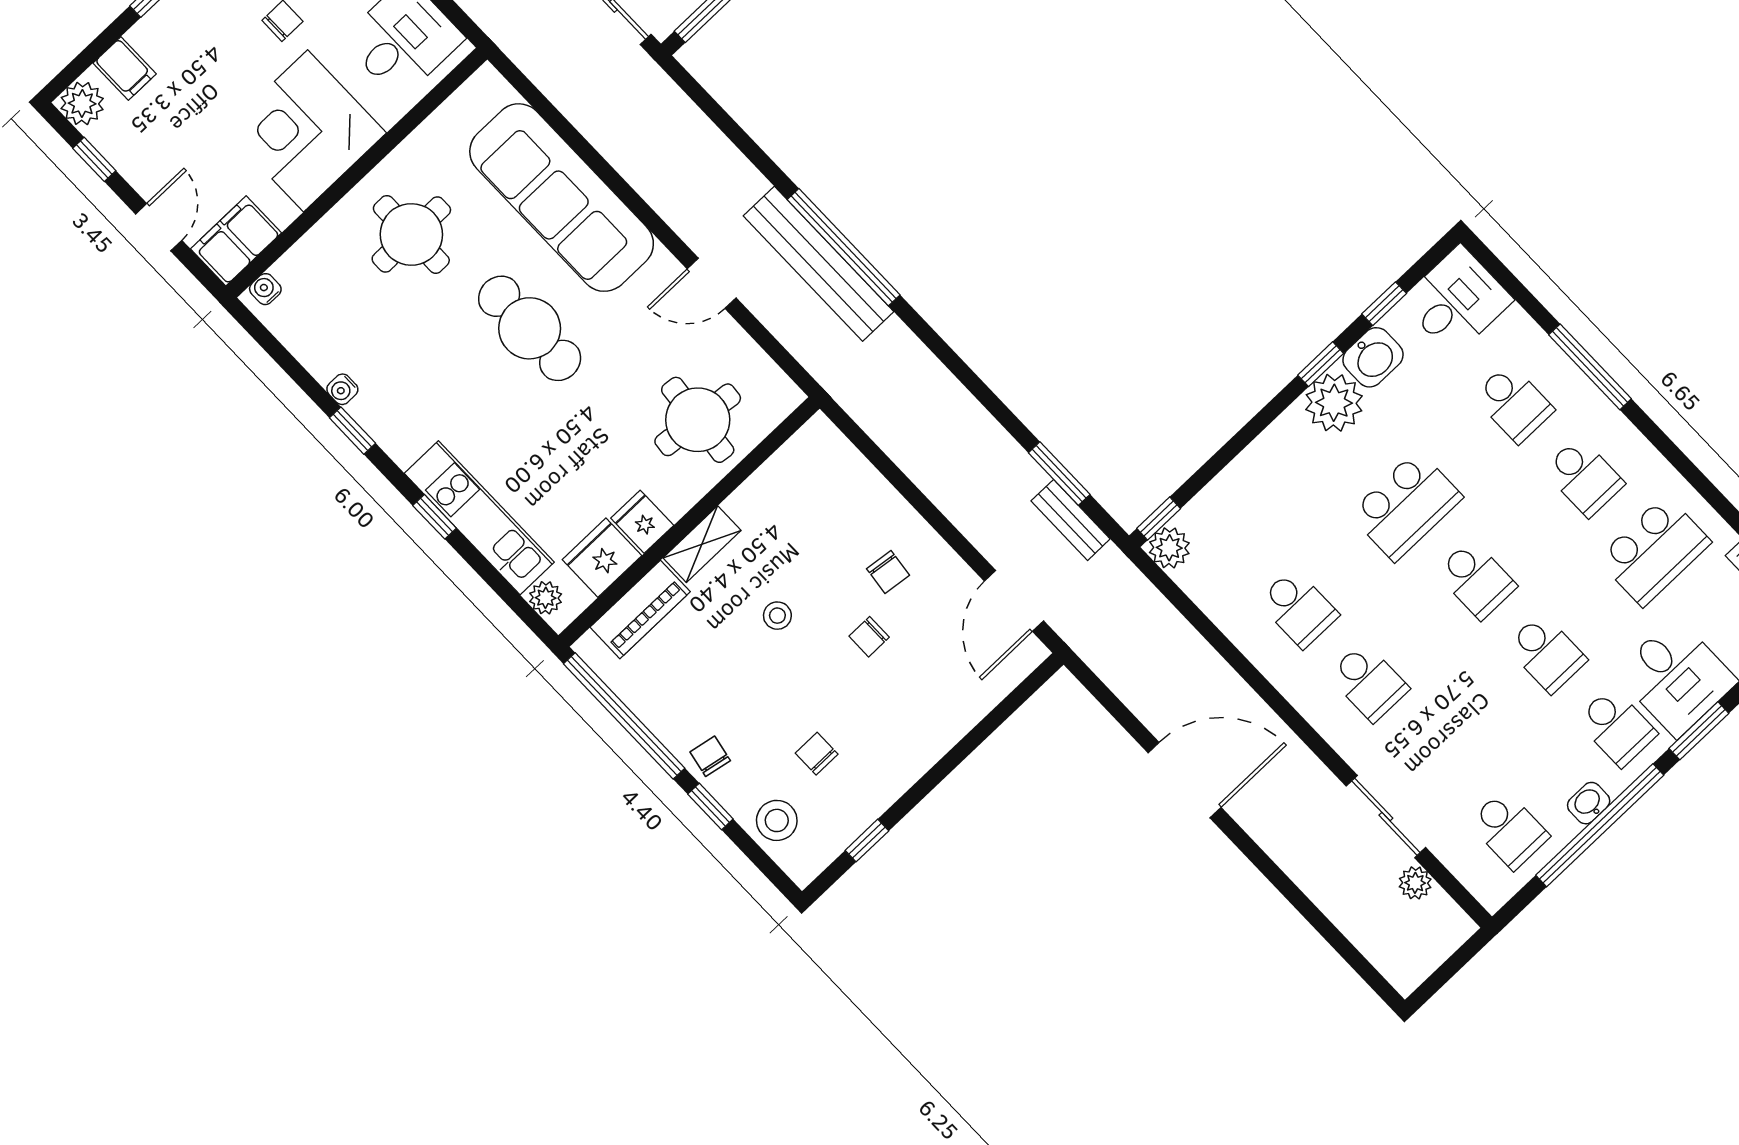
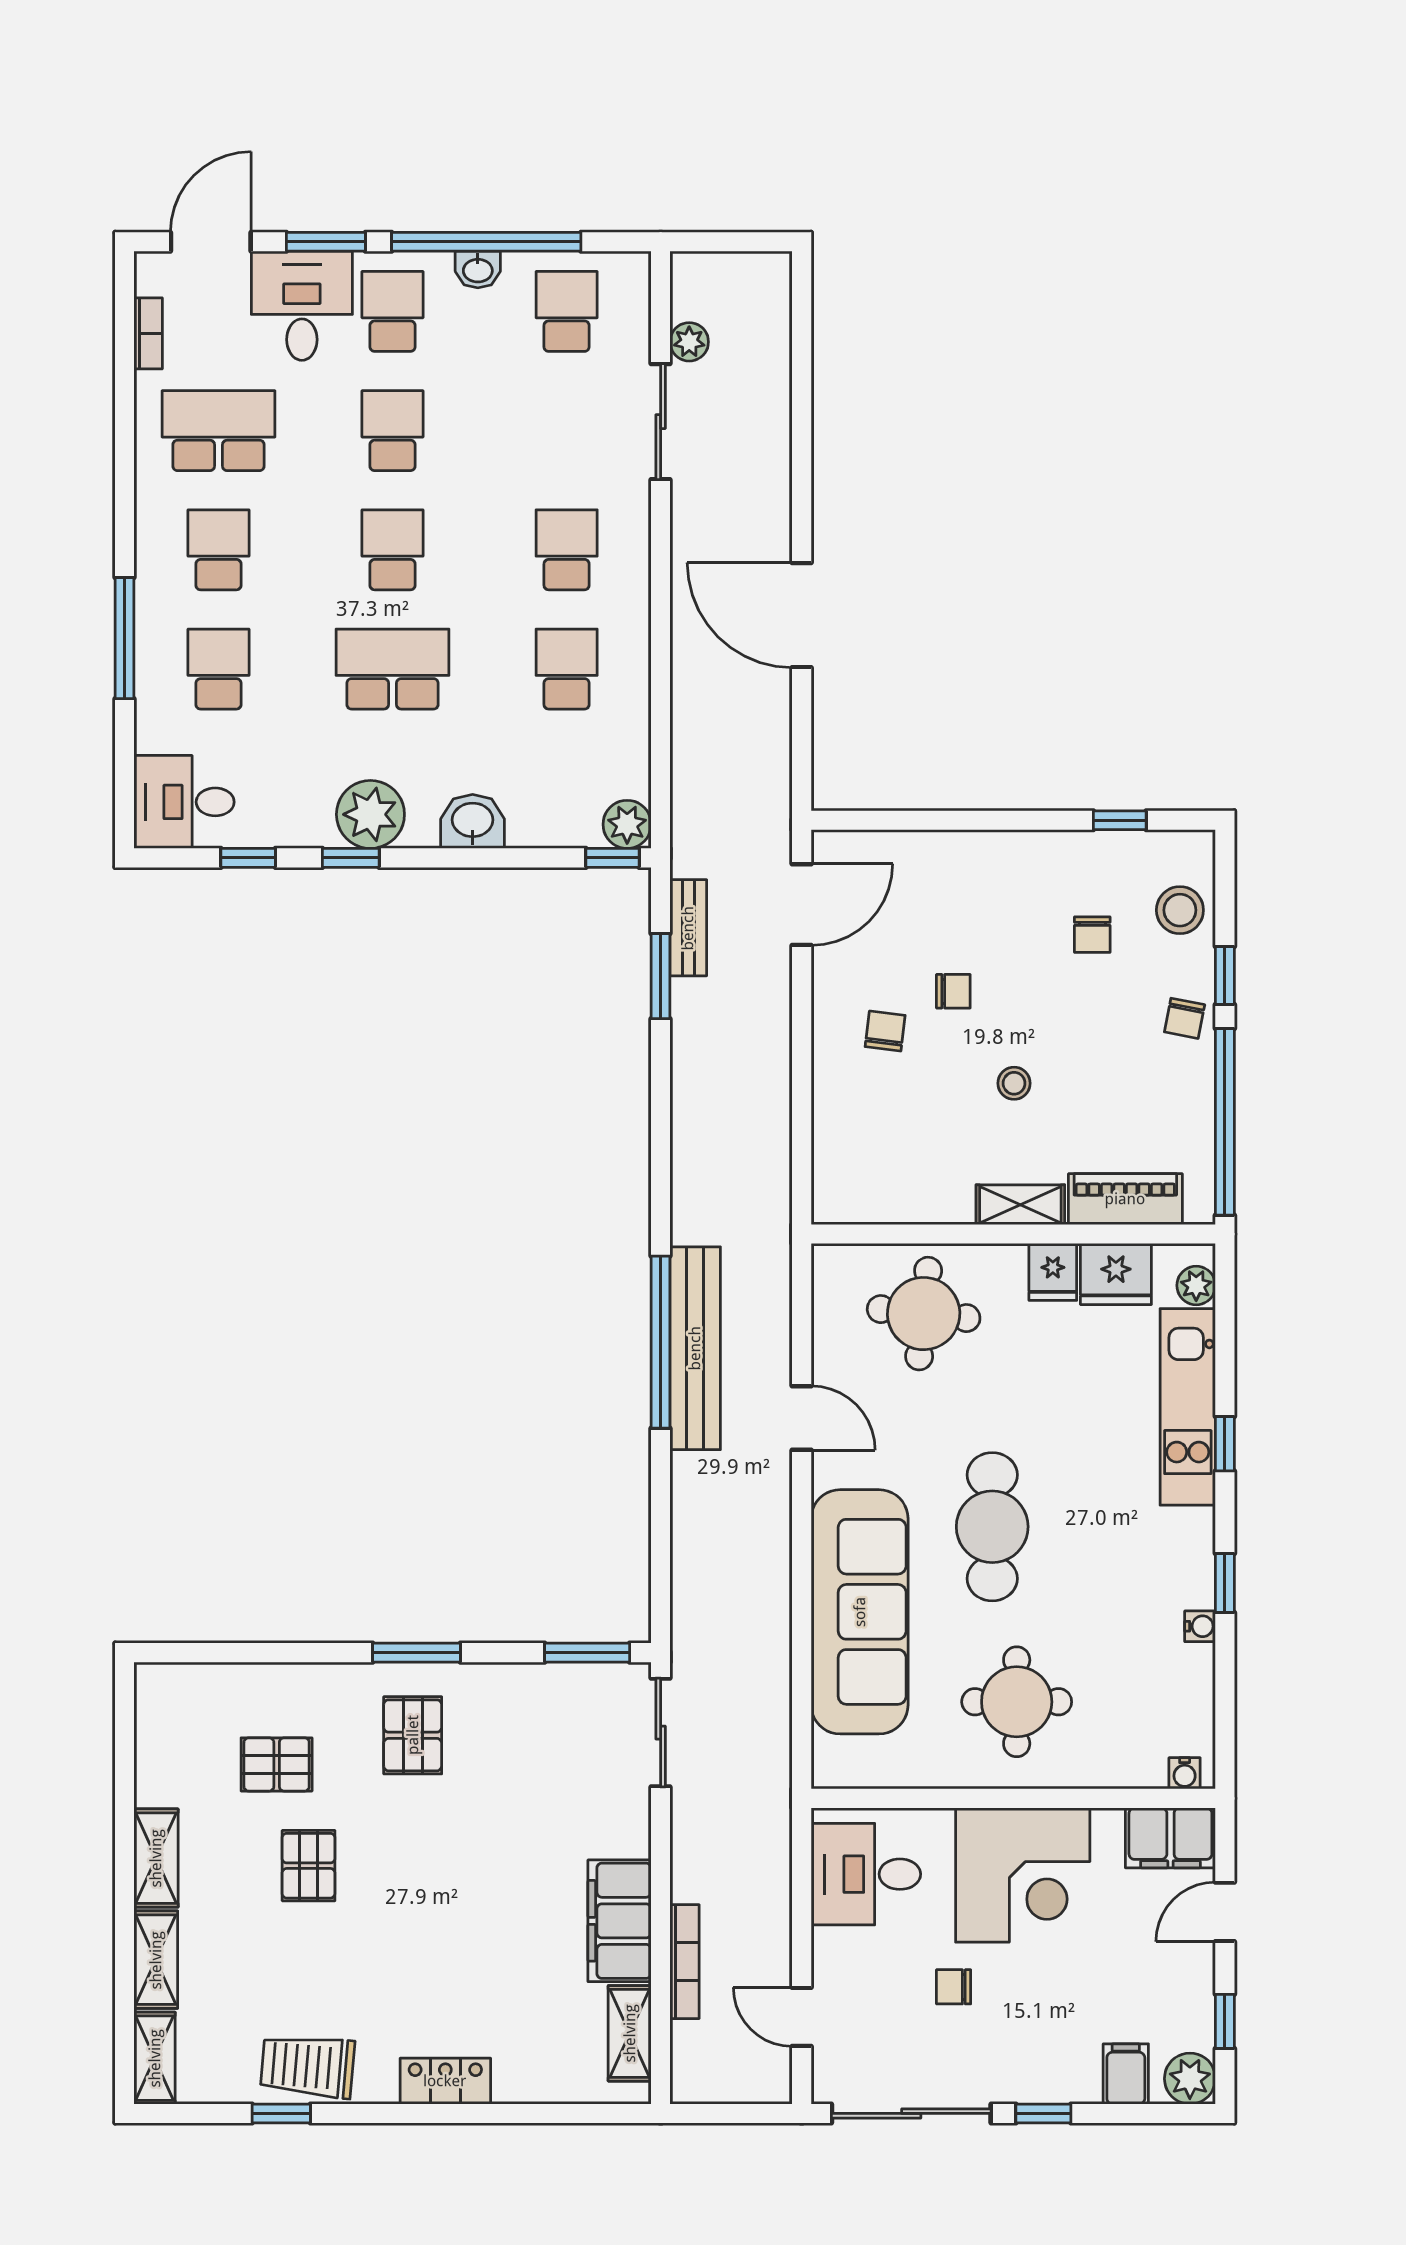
washbasin: (1373, 357) -> (473, 821), moved

